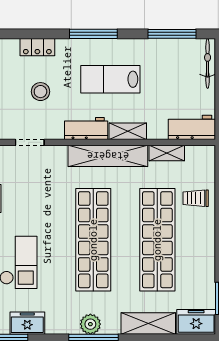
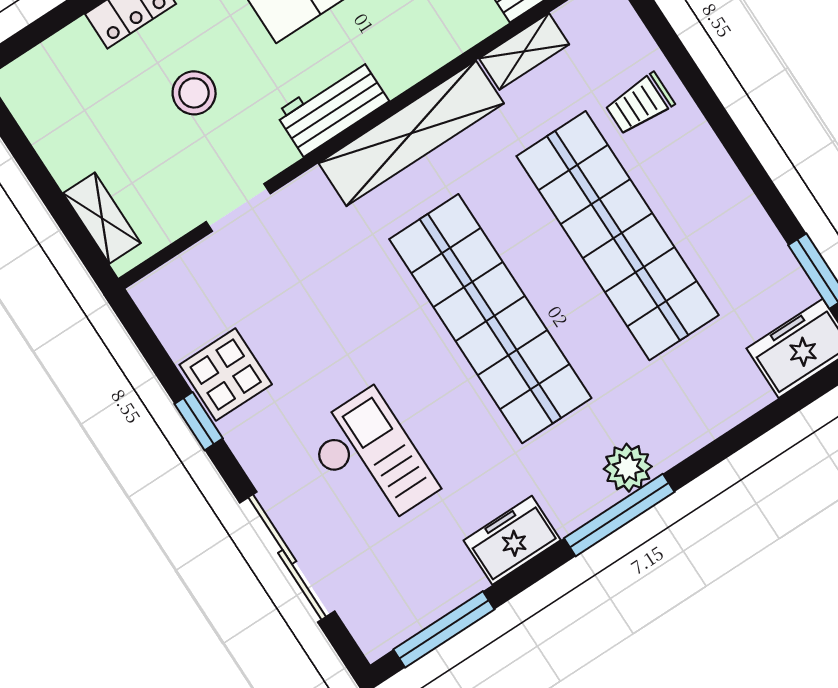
shelving: (128, 131) -> (418, 59), removed
freezer: (27, 323) -> (512, 540), moved
plant: (90, 324) -> (628, 468), moved
shelving: (148, 324) -> (708, 414), removed

